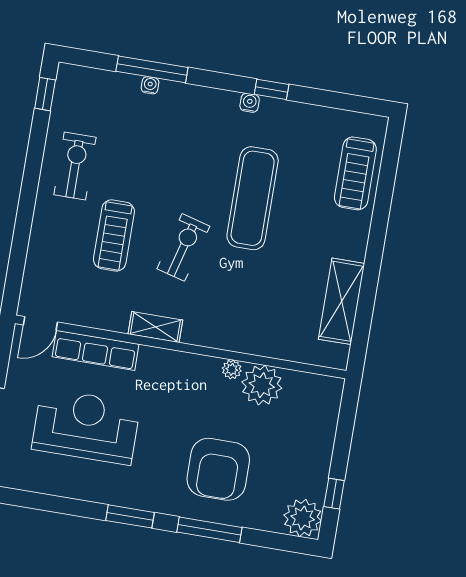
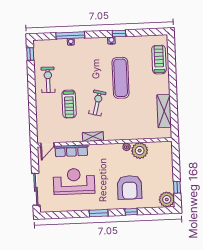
treadmill: (355, 173) -> (159, 60), turned 180
window: (209, 530) -> (131, 212), width x0.46

